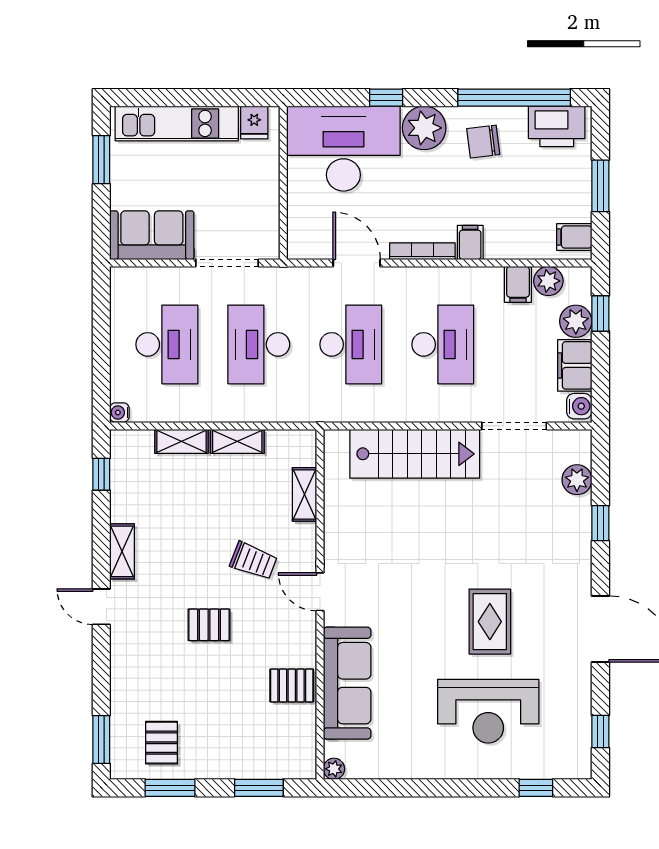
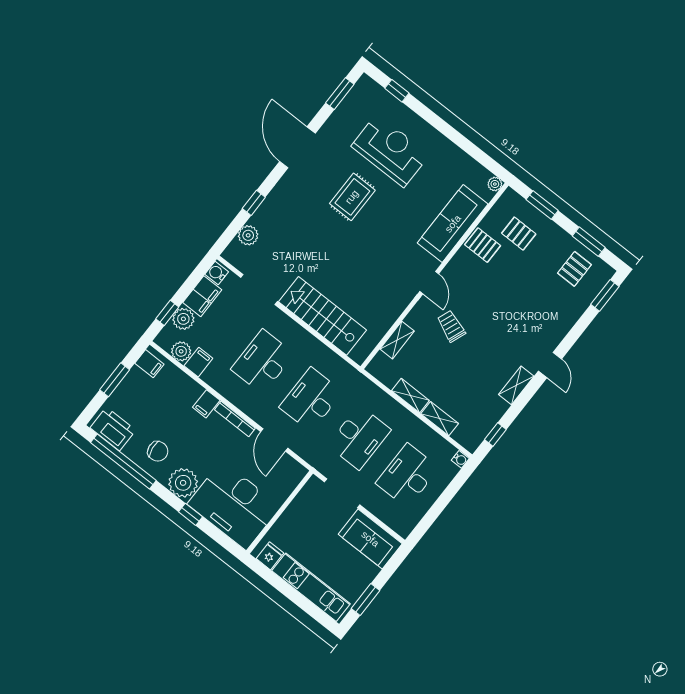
pallet: (209, 625) -> (519, 234), moved
window: (600, 732) -> (340, 94), width x1.50

